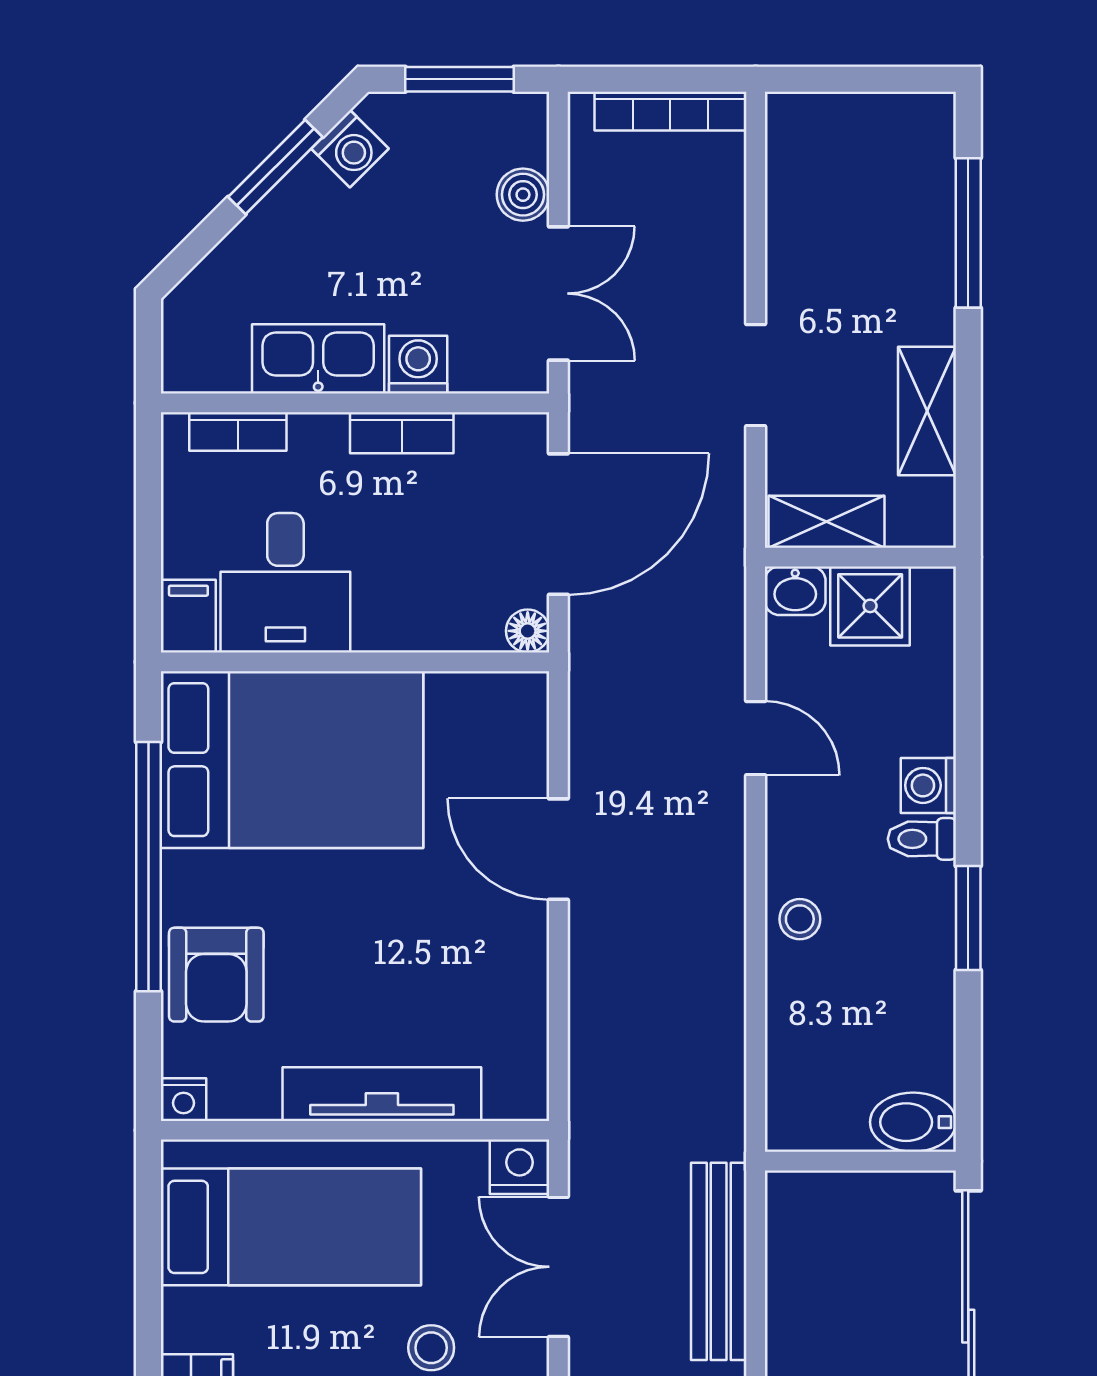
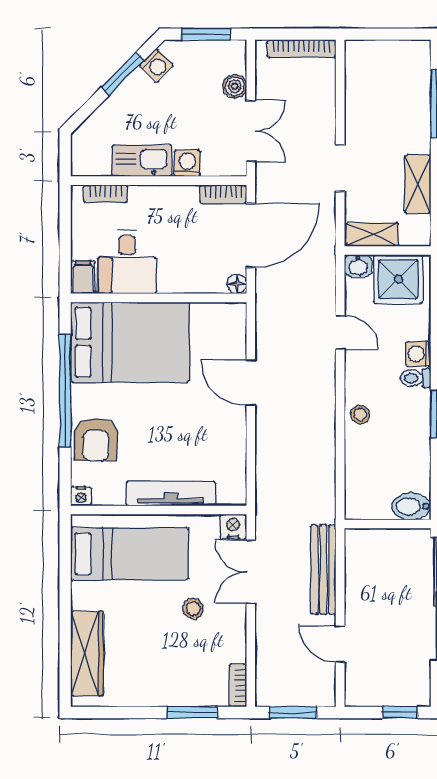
bookcase: (402, 433) -> (223, 194), moved
shower: (870, 606) -> (398, 279), width x1.36, depth x1.36

